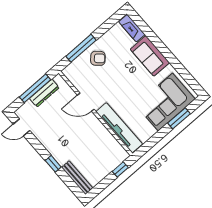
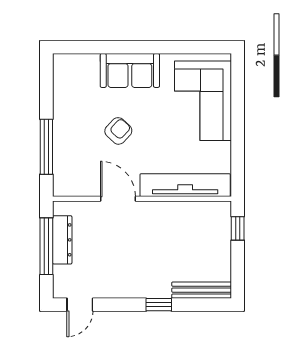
fireplace: (132, 28) -> (76, 63), removed
armchair: (98, 58) -> (118, 131), moved
door: (86, 102) -> (118, 199), swing flipped
window: (179, 118) -> (238, 102), removed

